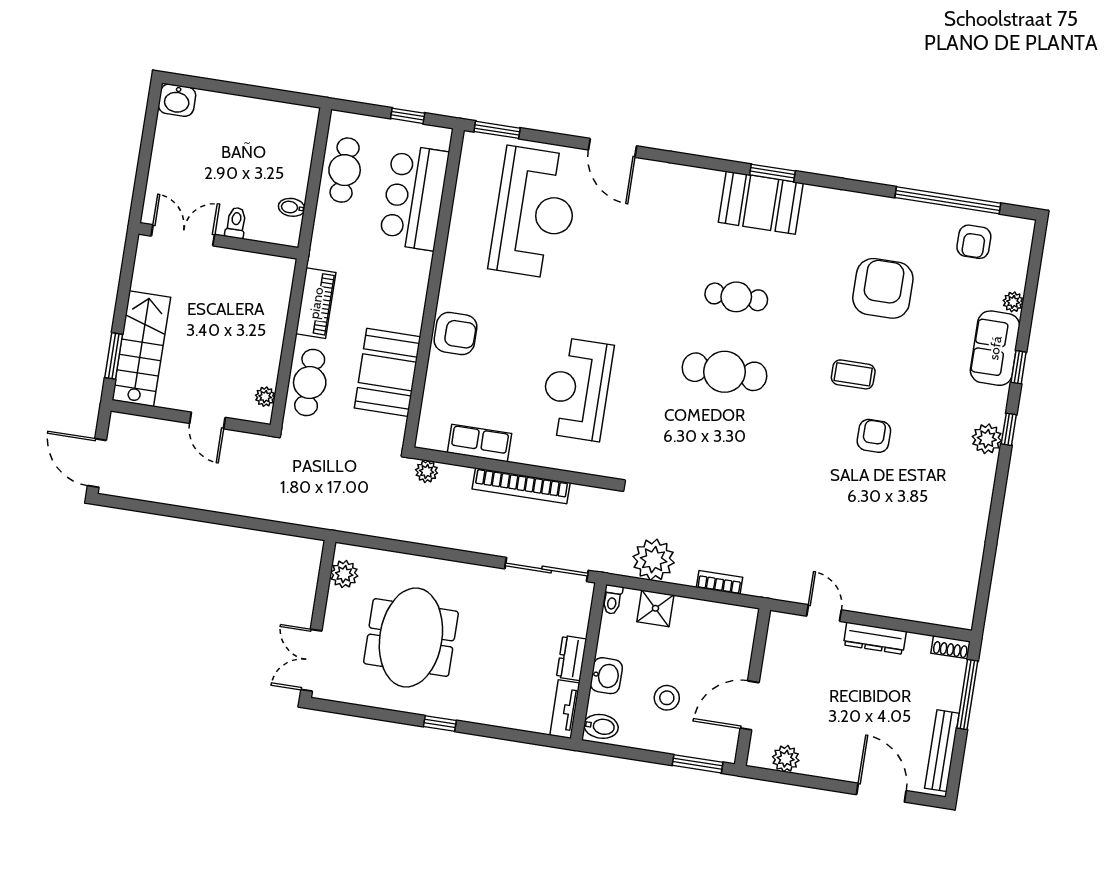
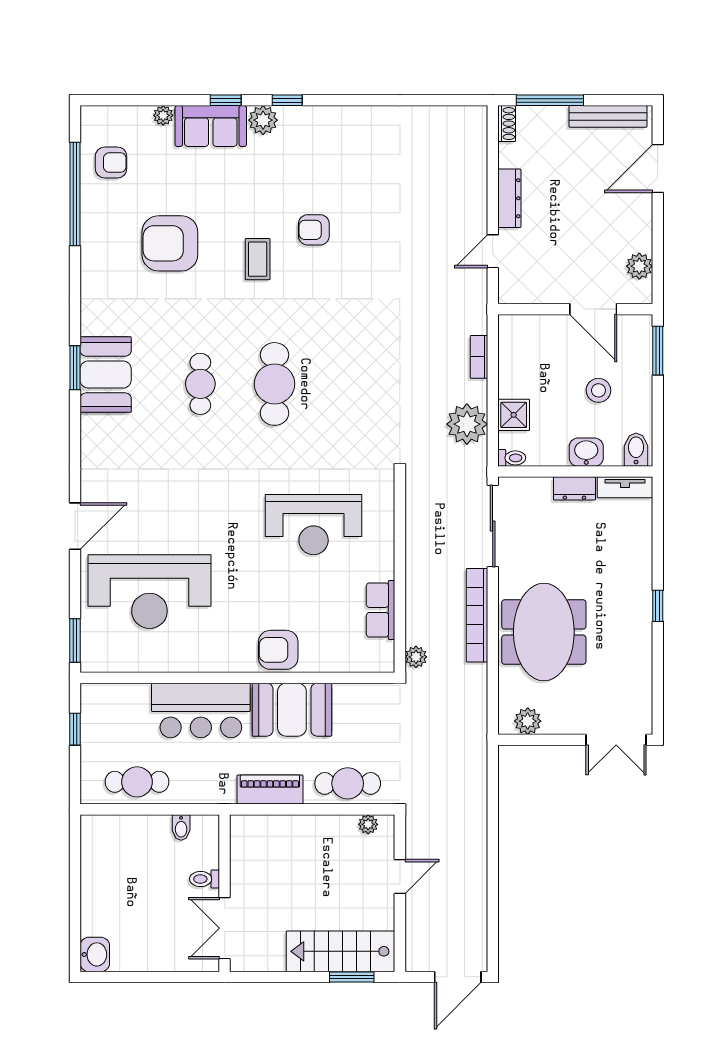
bar counter: (414, 197) -> (201, 710), moved
reception desk: (535, 213) -> (149, 592), turned 180
armchair: (455, 334) -> (278, 650), turned -90
booth: (388, 372) -> (292, 710), moved
plant: (987, 439) -> (263, 120), moved
bookcase: (521, 486) -> (477, 615), moved, turned 180
meeting table: (411, 637) -> (544, 632), moved, turned 90

